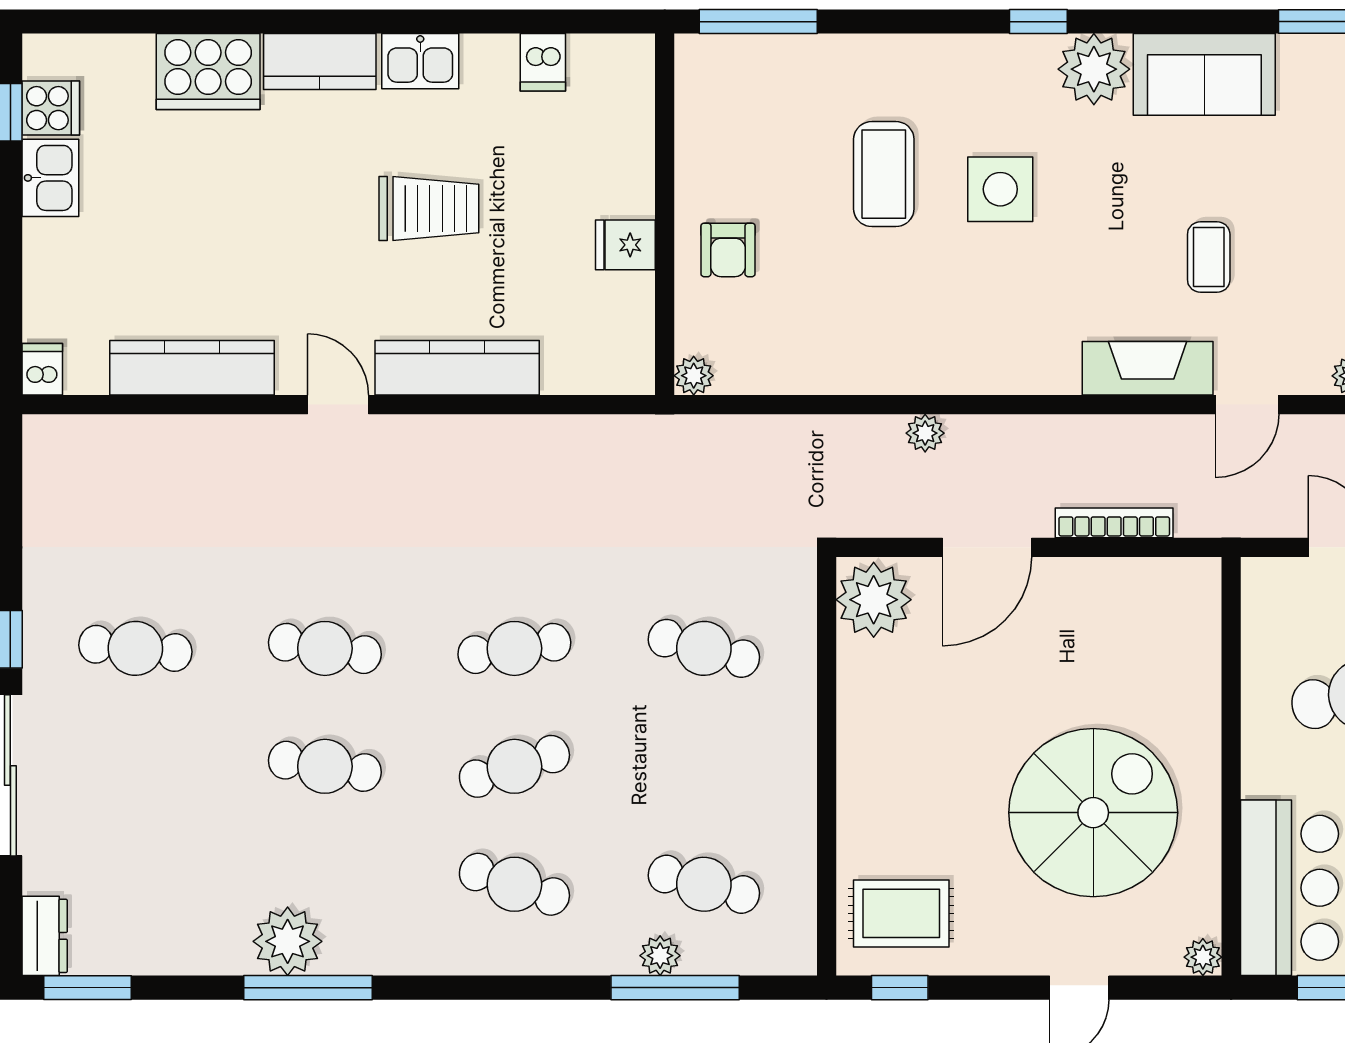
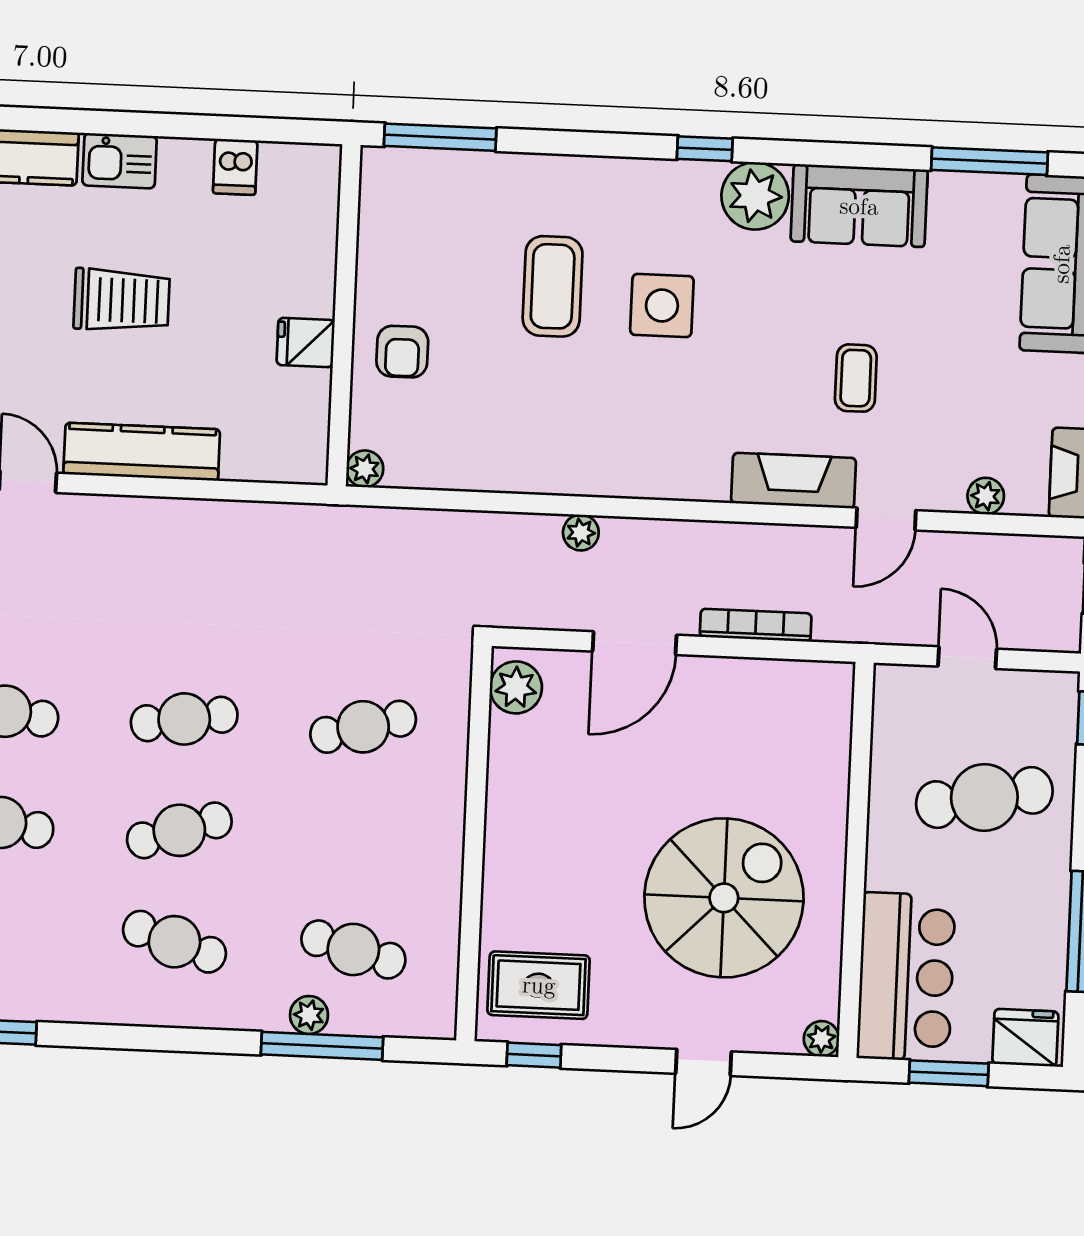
plant: (874, 600) -> (516, 687), width x0.73, depth x0.73
cafe table: (704, 648) -> (363, 727), turned -30

